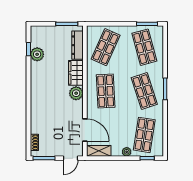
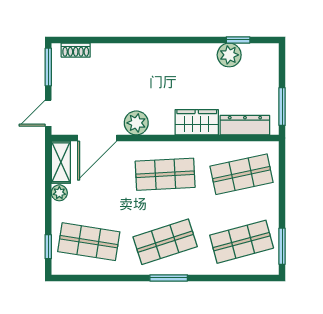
shop shelf: (106, 47) -> (242, 174), turned -36
plant: (76, 93) -> (136, 123), moved
plant: (127, 152) -> (59, 193), moved
door: (70, 158) -> (48, 113), hinge flipped

